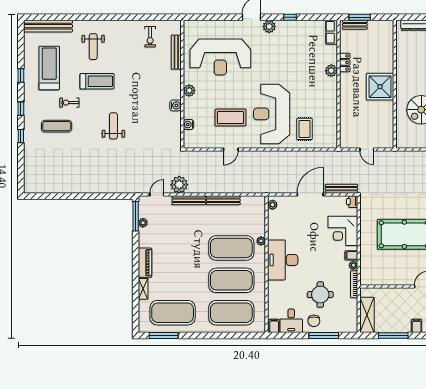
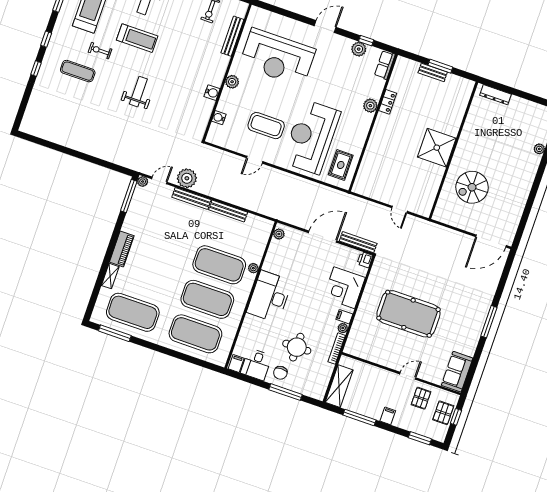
plant: (269, 26) -> (359, 49), moved
row of seats: (332, 32) -> (385, 65), moved
locker: (345, 63) -> (388, 102), moved
plant: (331, 71) -> (370, 106), moved
wall: (339, 84) -> (373, 123), moved
plant: (143, 223) -> (143, 182), moved

